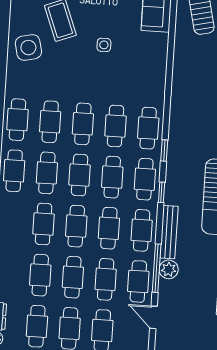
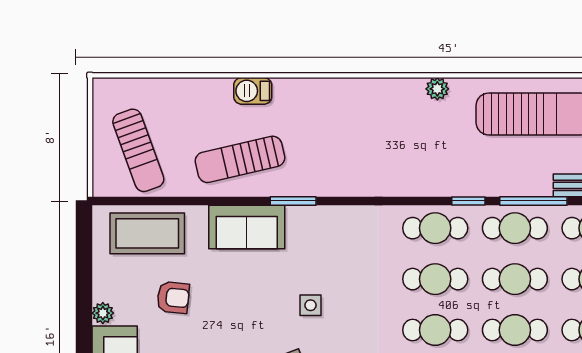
window: (171, 38) -> (293, 201), added
window: (162, 192) -> (533, 201), width x2.17

